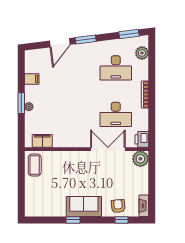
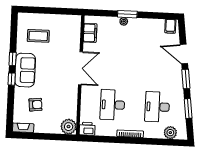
window: (129, 34) -> (188, 109), moved
filing cabinet: (32, 79) -> (170, 26), moved
double door: (108, 149) -> (81, 68), moved
coffee table: (35, 165) -> (38, 36), moved
armchair: (118, 206) -> (35, 105), moved
window: (121, 220) -> (12, 79), moved

